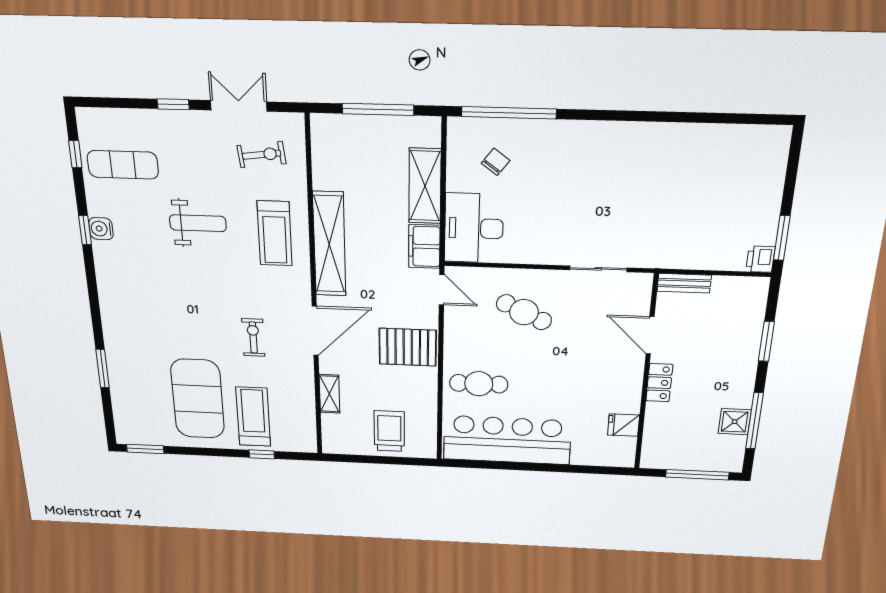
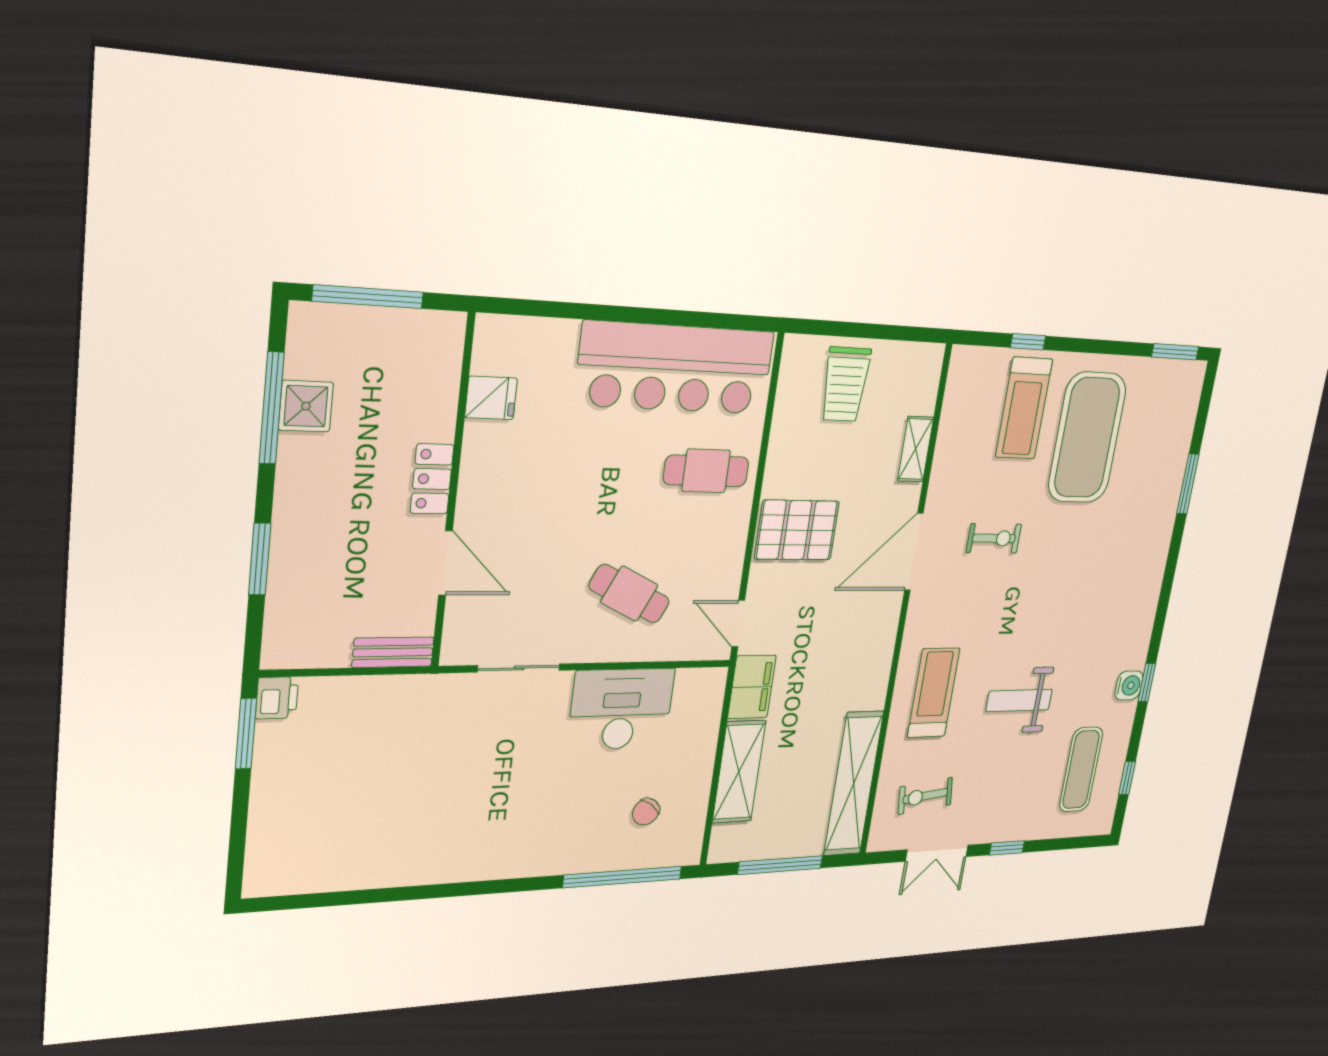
exercise mat: (123, 165) -> (1081, 770), turned 90
desk: (474, 228) -> (621, 709), moved, turned -90
shelving: (329, 244) -> (854, 784), moved
exercise bike: (253, 337) -> (994, 538), turned -90

